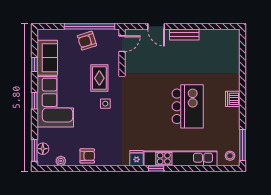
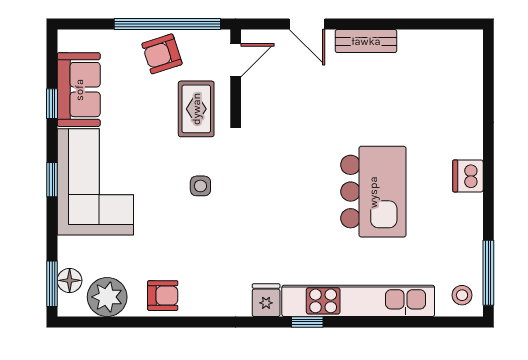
rug: (99, 78) -> (196, 109), moved
plant: (61, 161) -> (107, 297), width x1.88, depth x1.88

